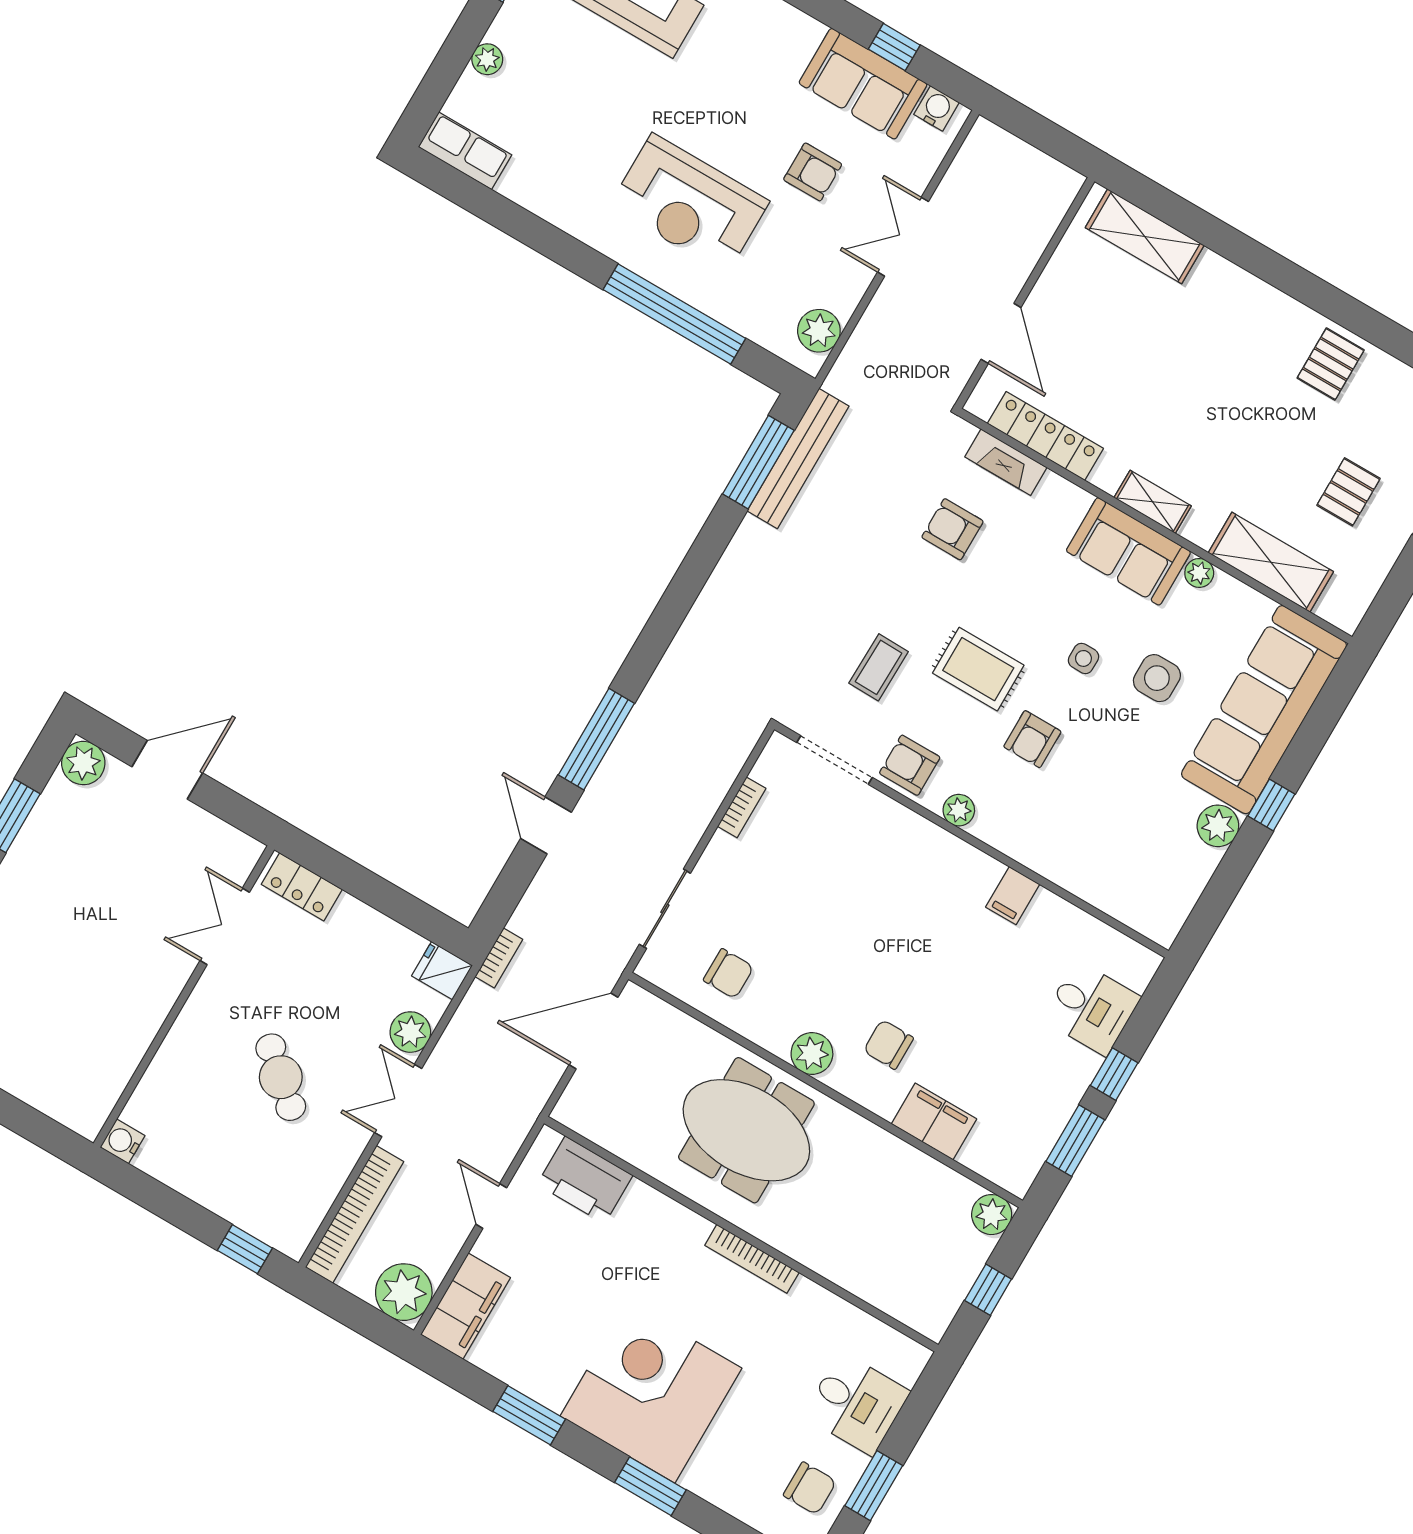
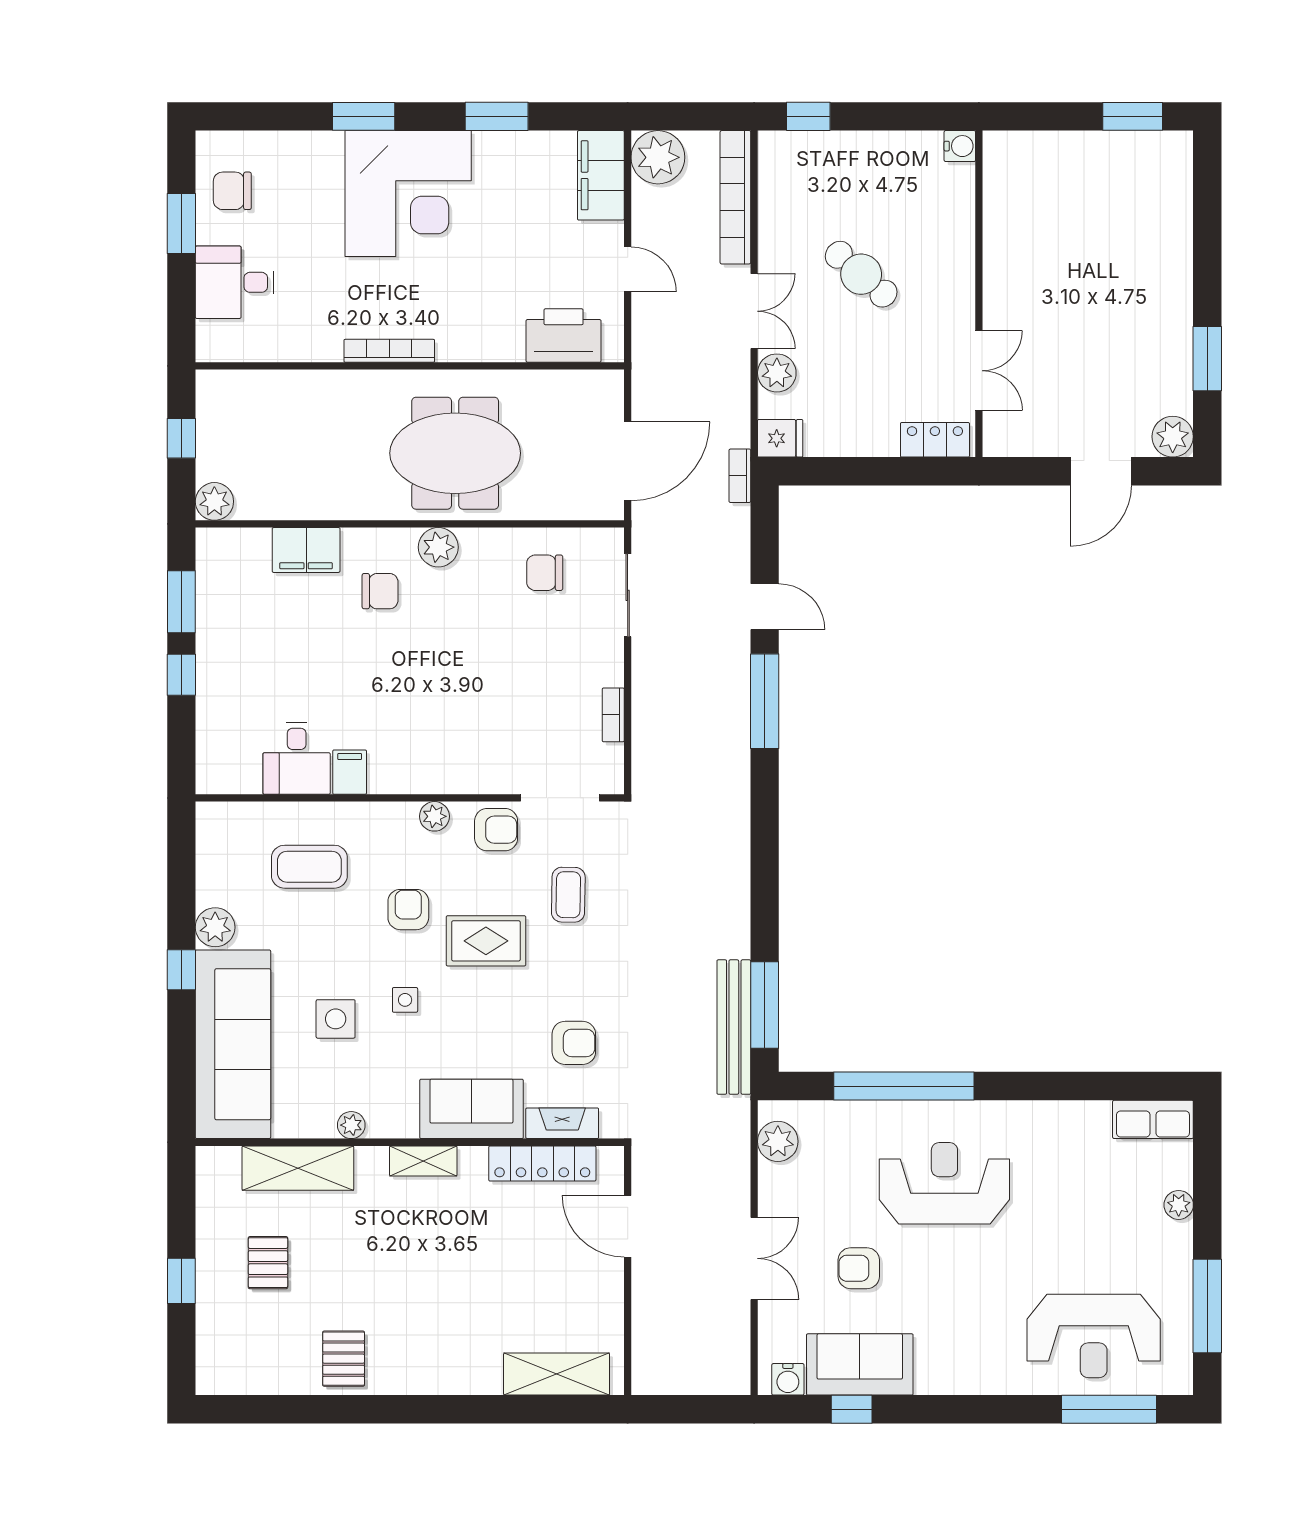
sofa: (1128, 551) -> (471, 1109), moved
coffee table: (1100, 831) -> (309, 867), added
desk: (1091, 1008) -> (297, 758), moved, turned -90

